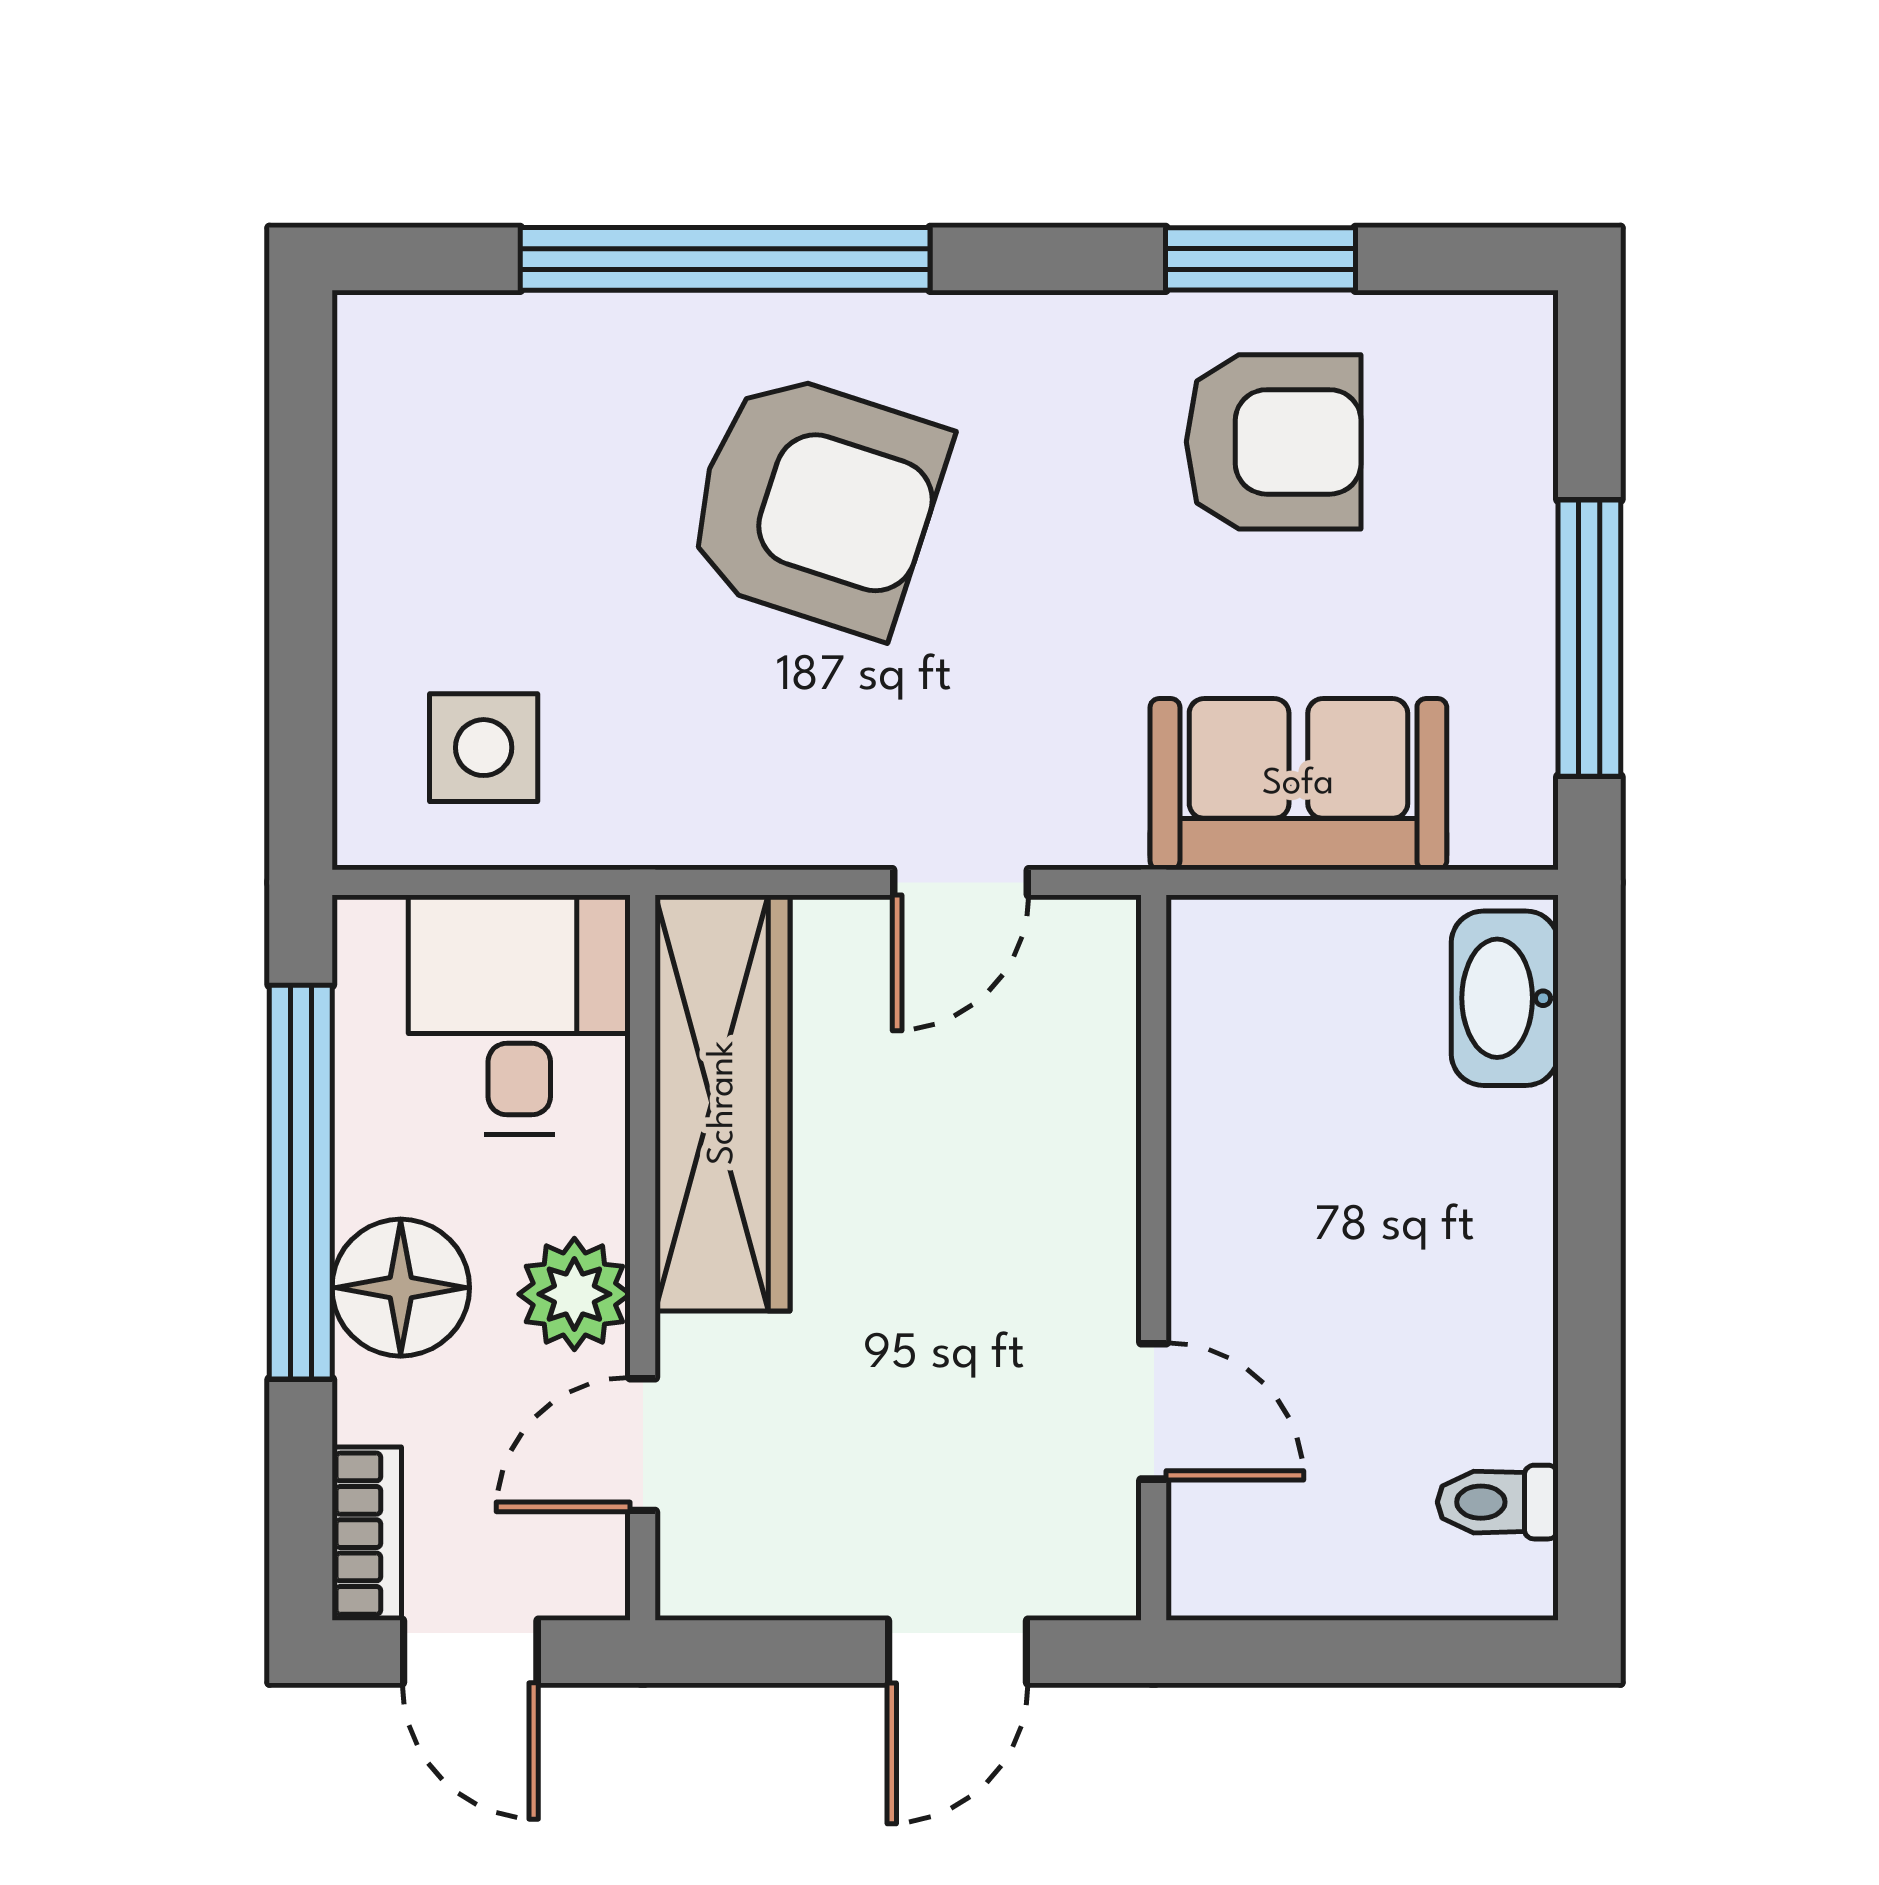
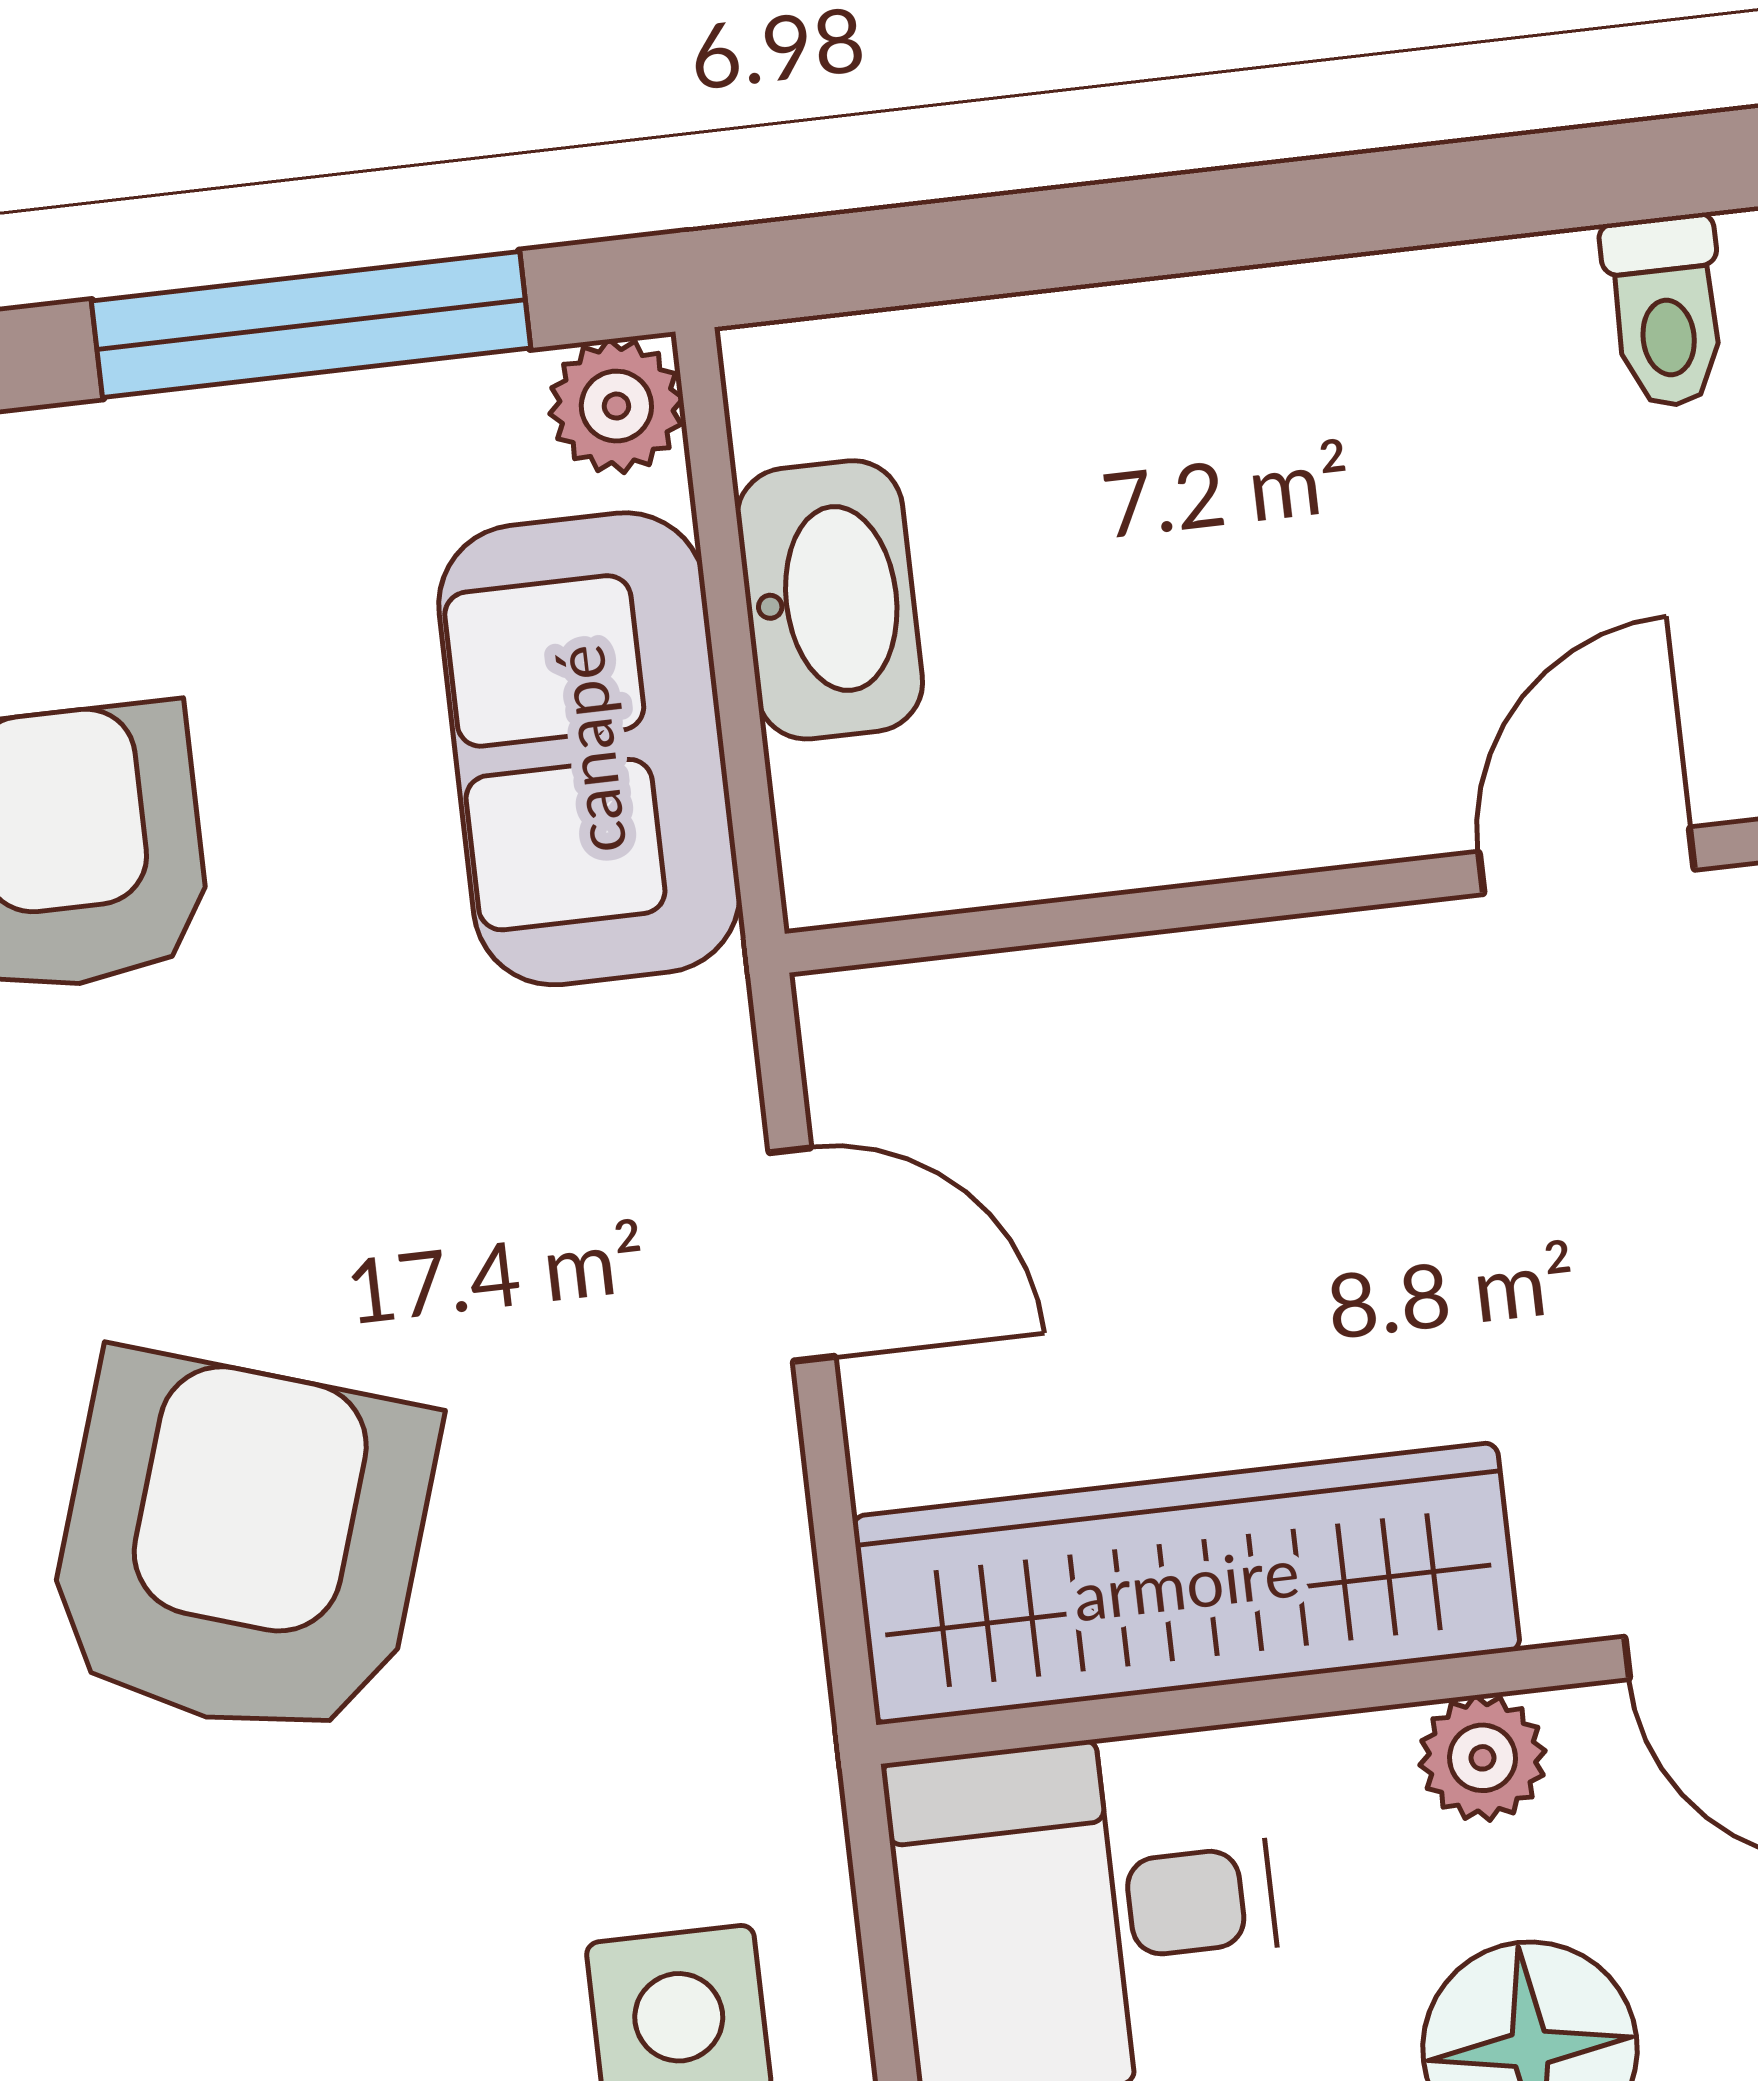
plant: (1515, 827) -> (616, 406), added
washbasin: (1505, 998) -> (830, 600), moved, turned -90
plant: (574, 1294) -> (1483, 1758), width x0.73, depth x0.73

